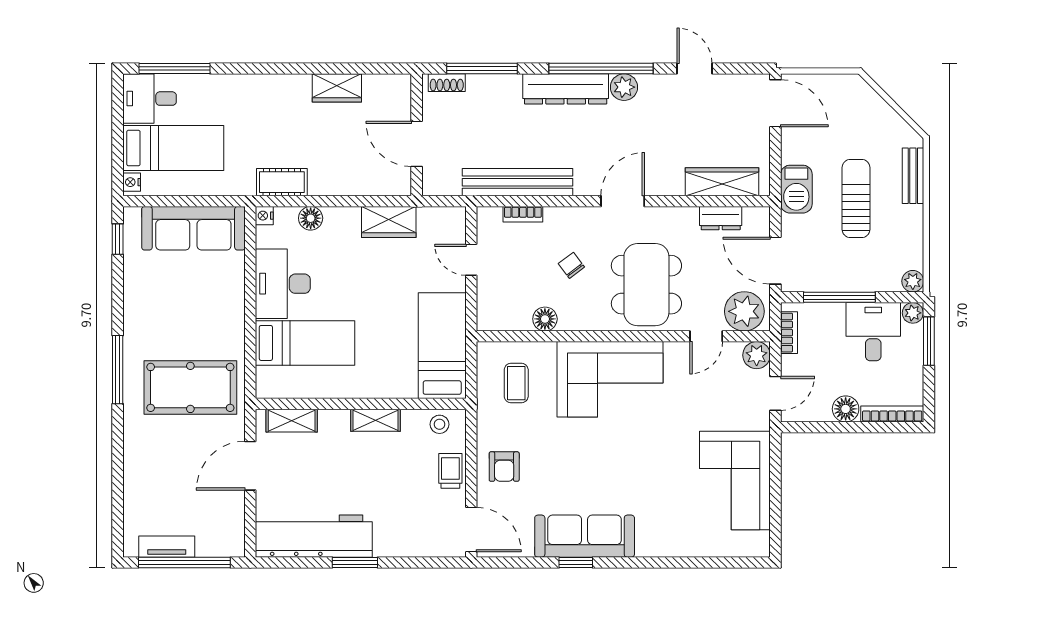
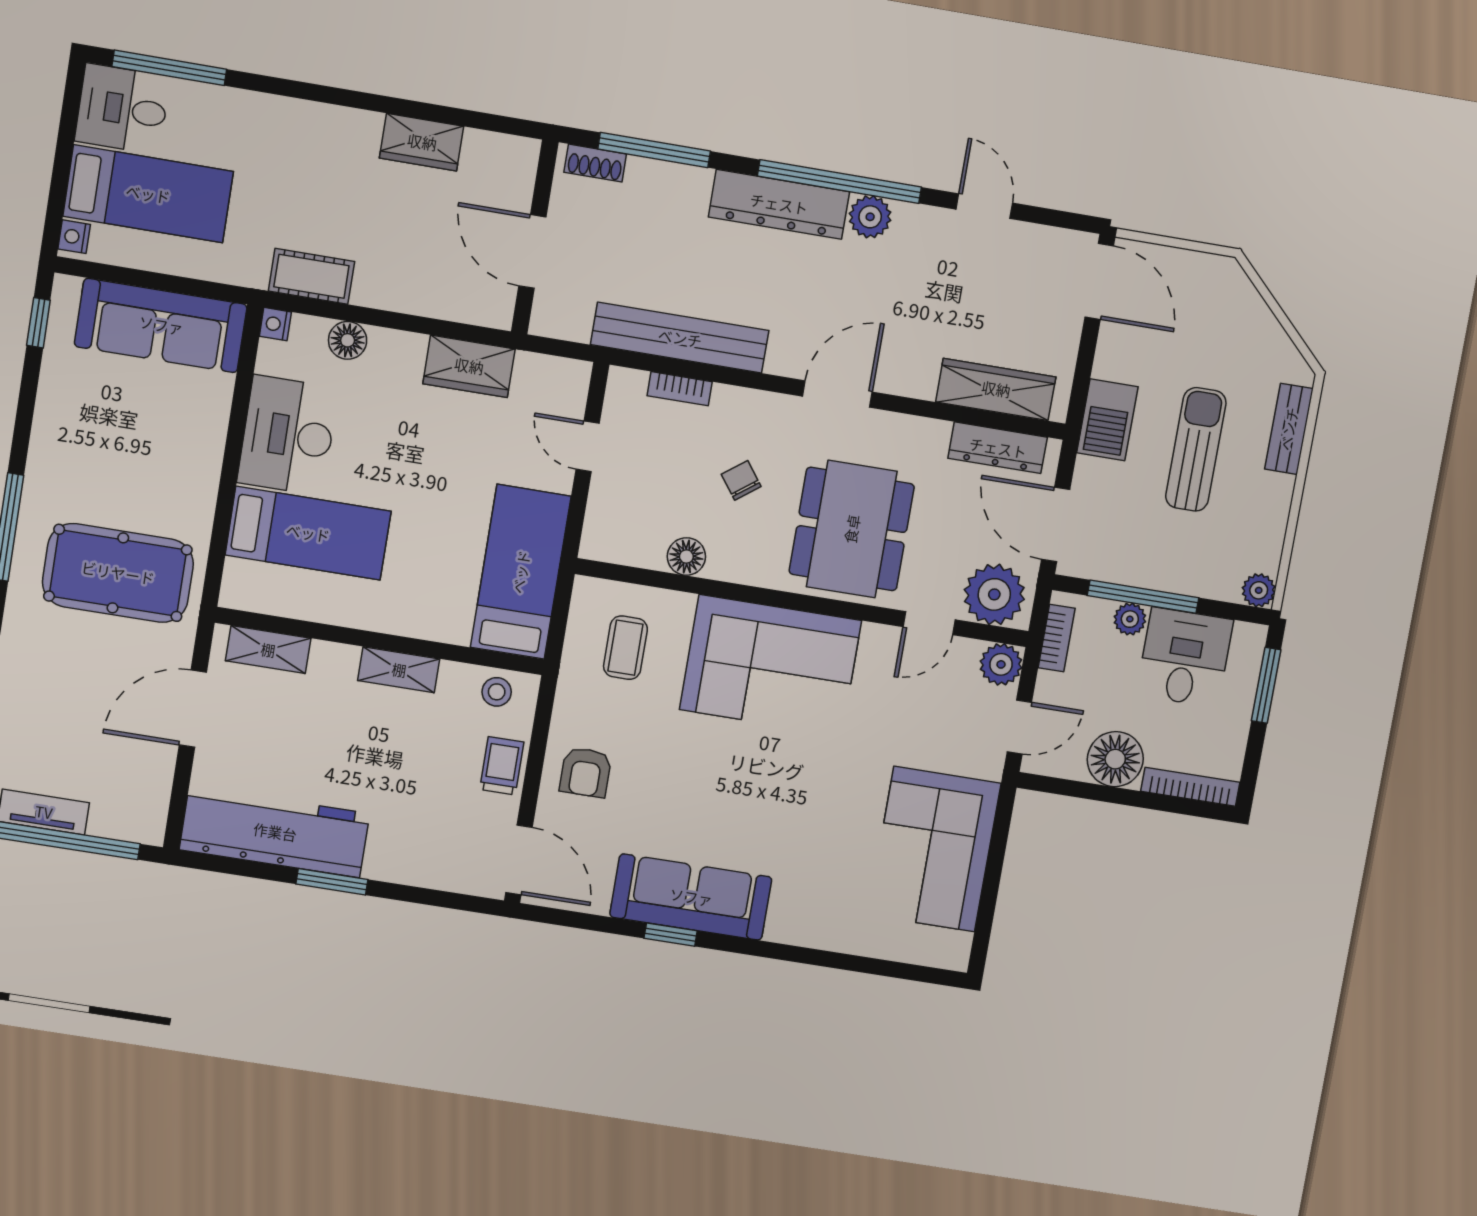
dresser: (721, 218) -> (998, 448), width x1.44
plant: (913, 313) -> (1130, 619), moved
floor lamp: (846, 409) -> (1115, 759), width x1.38, depth x1.38

